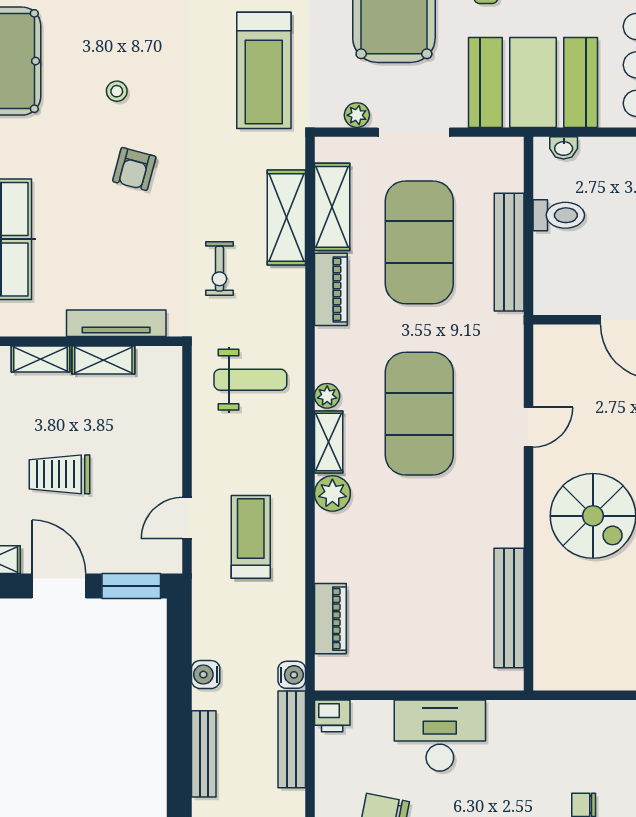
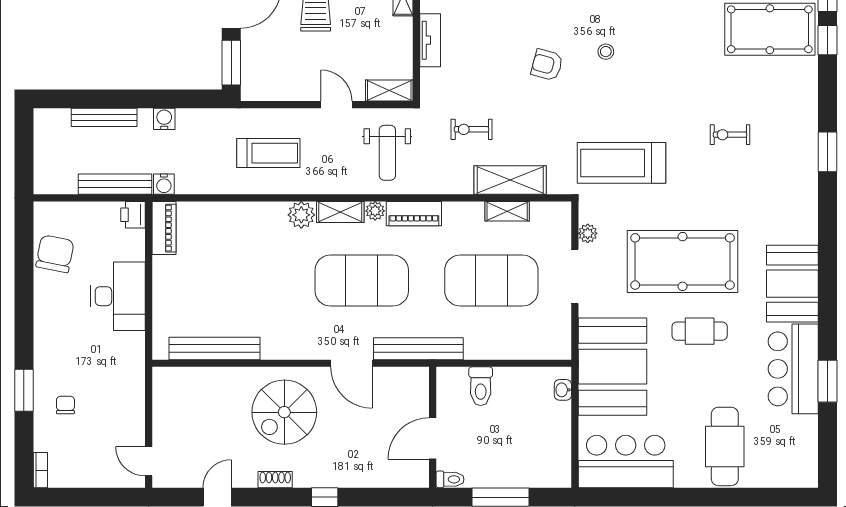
shelving: (332, 207) -> (507, 211), width x0.67, depth x0.75
toilet: (559, 215) -> (481, 386), moved
bench: (509, 252) -> (418, 349), moved
piano: (331, 289) -> (414, 214), moved
tv unit: (116, 323) -> (430, 40), width x0.71
shelving: (103, 360) -> (389, 91), moved, turned 90
door: (528, 427) -> (351, 363), width x1.38
door: (187, 518) -> (336, 105), moved
piano: (330, 619) -> (164, 228), moved, turned -90

